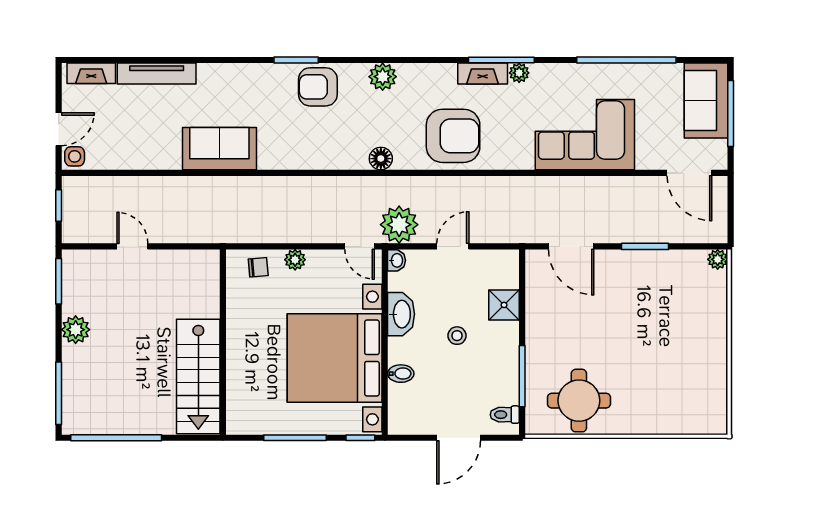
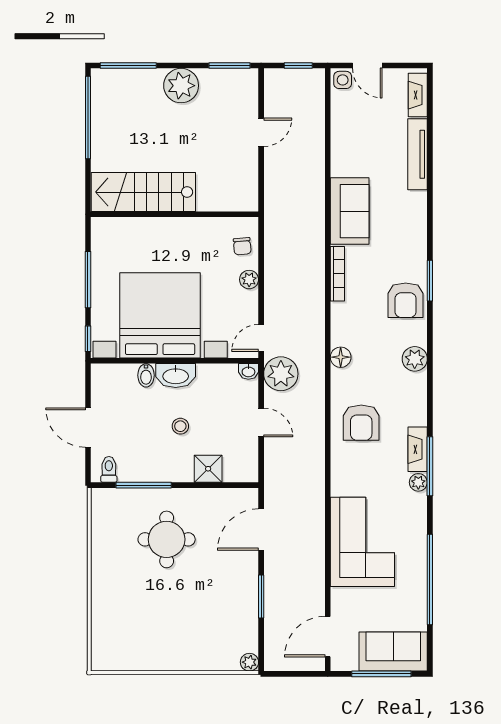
armchair: (318, 87) -> (406, 300), turned 180
armchair: (453, 136) -> (361, 423), width x0.73, depth x0.73
bookcase: (289, 162) -> (337, 274), added
washbasin: (401, 314) -> (176, 376), moved
plant: (76, 330) -> (181, 86), width x1.36, depth x1.36
round table: (579, 401) -> (167, 539), moved

